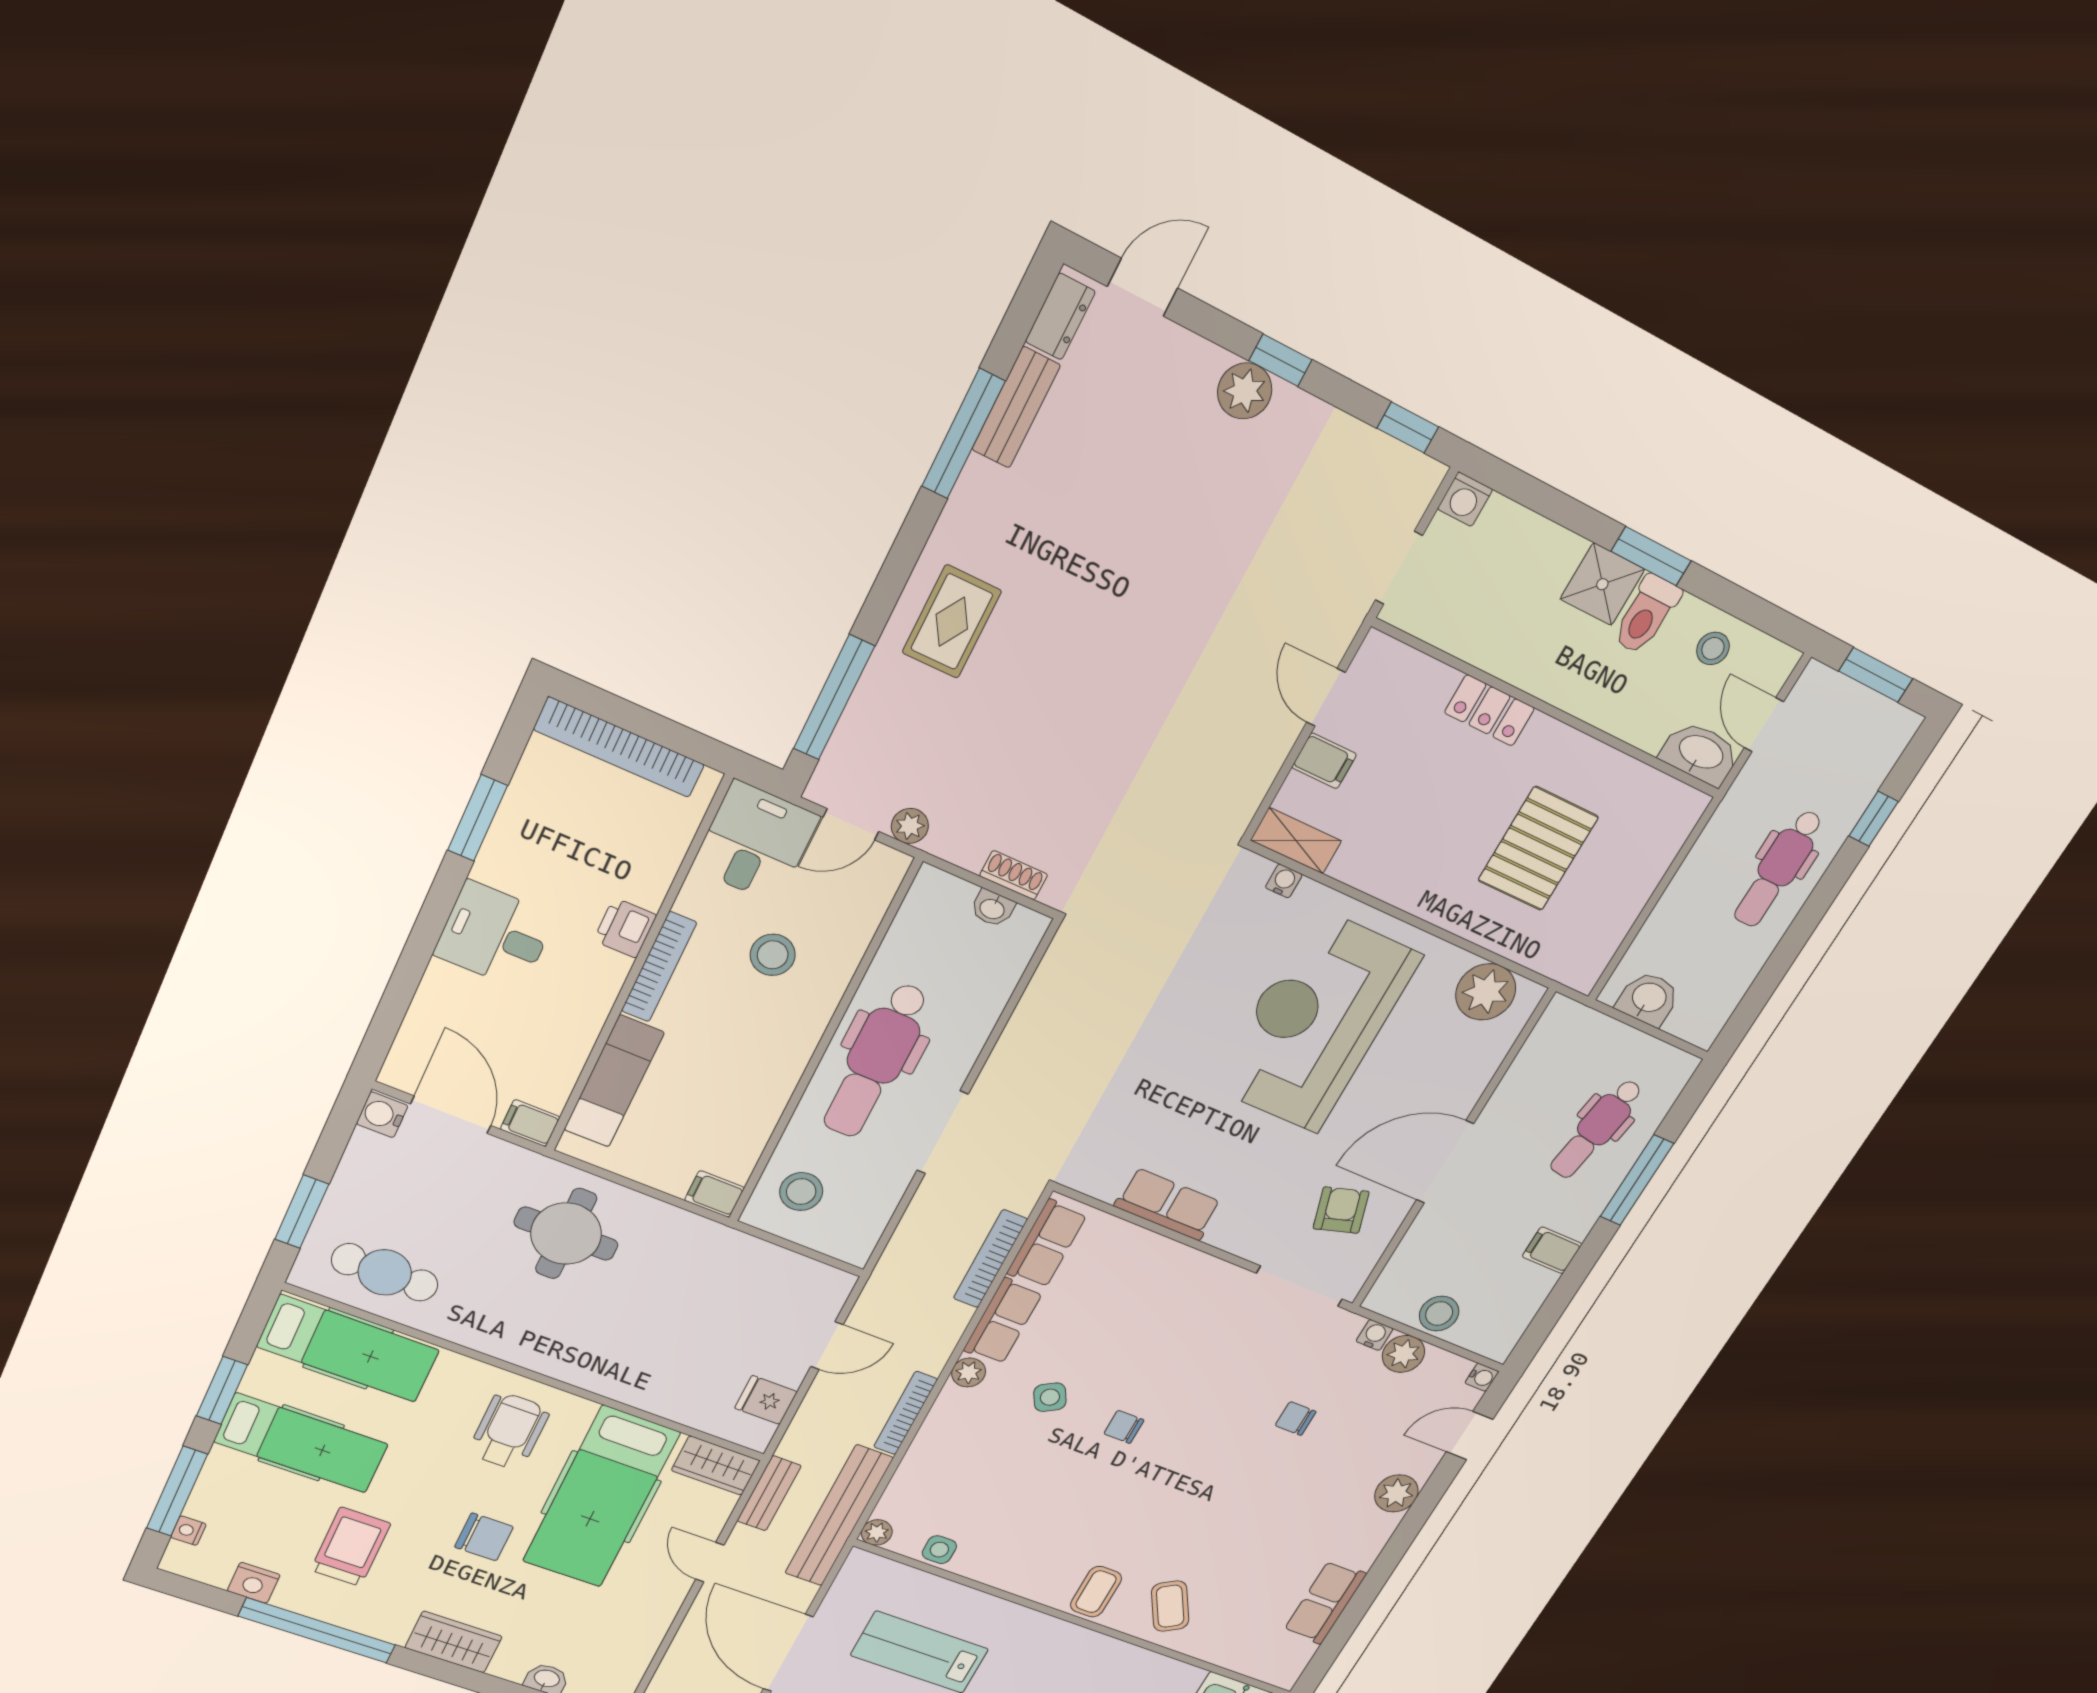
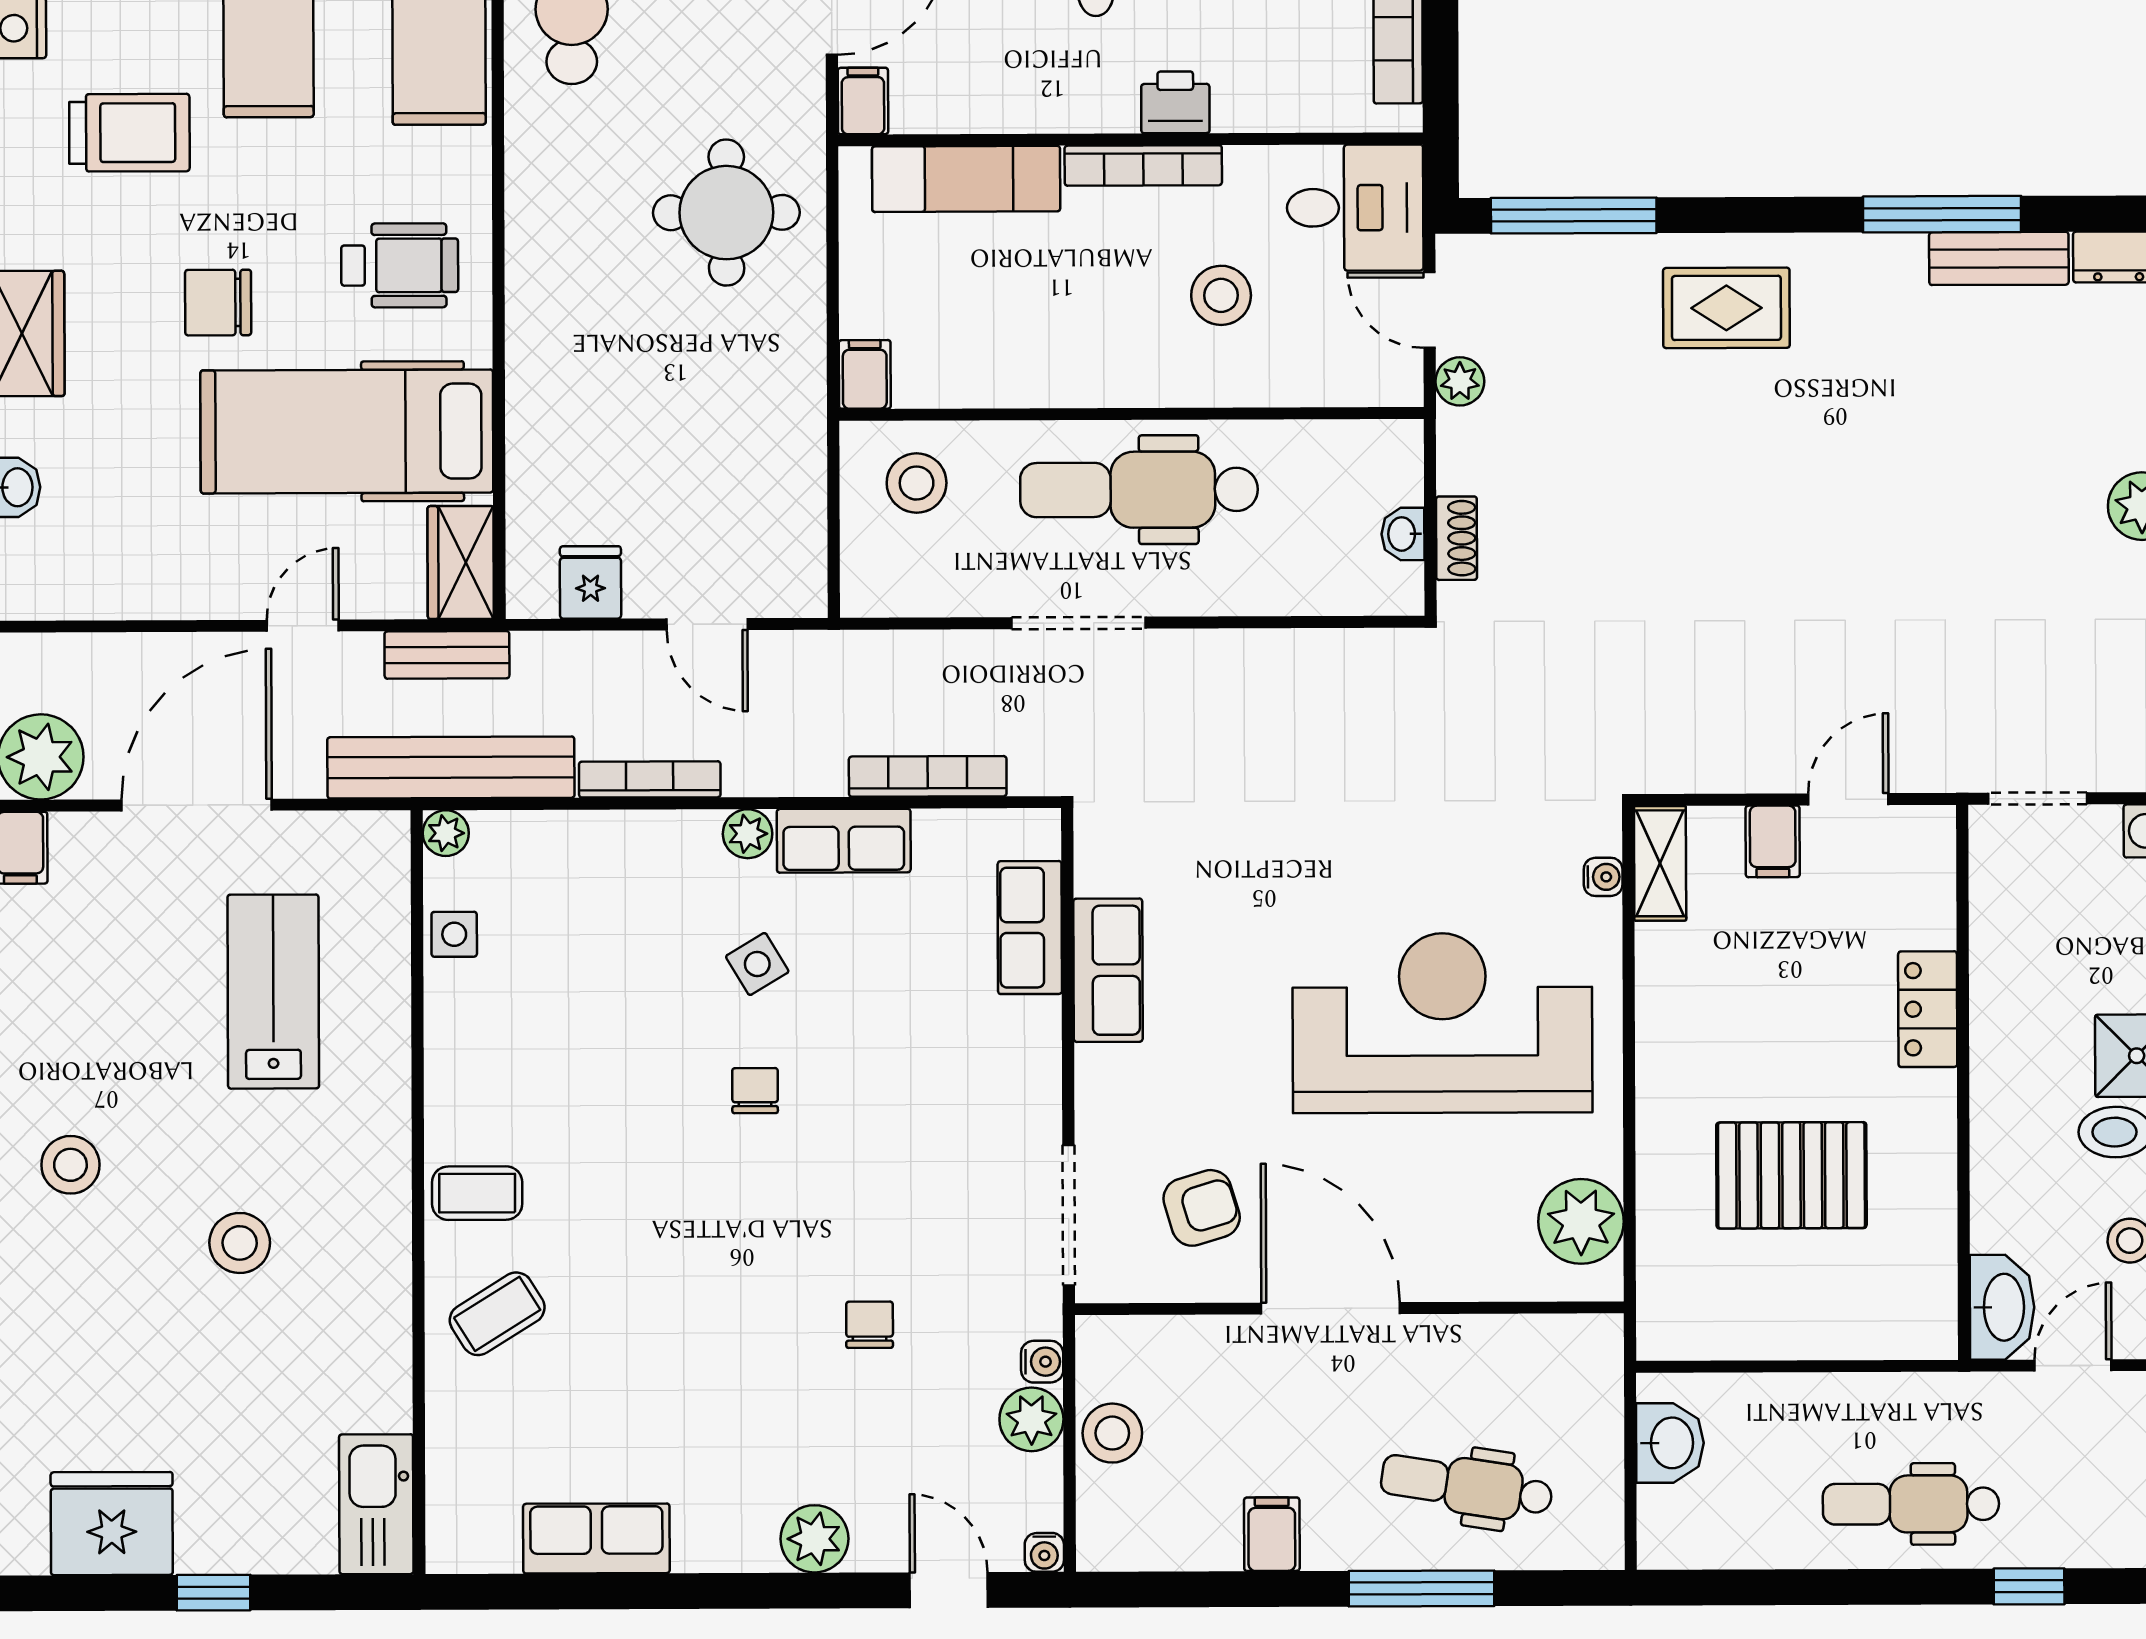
row of seats: (1047, 1244) -> (1030, 928), moved, turned 90
chair: (484, 1537) -> (218, 303), turned 90

